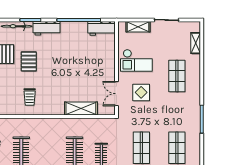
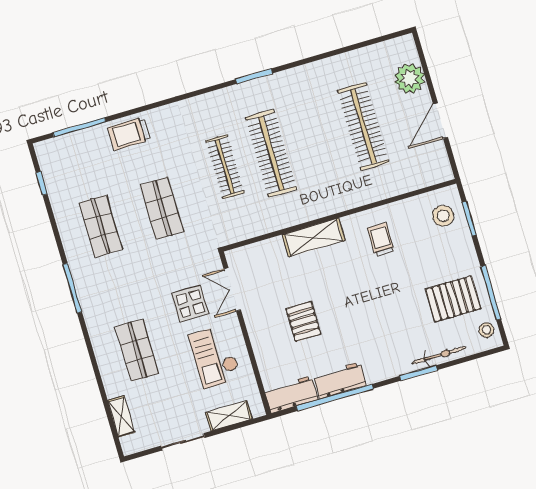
workbench: (46, 28) -> (340, 380), moved
checkout: (136, 60) -> (215, 357), turned -90
pallet: (29, 61) -> (303, 321), moved
double door: (117, 94) -> (232, 289), swing flipped
shelving: (81, 109) -> (314, 238), moved

